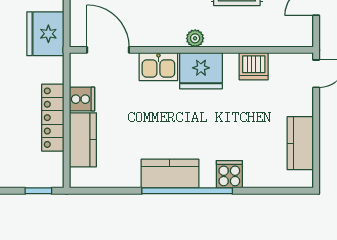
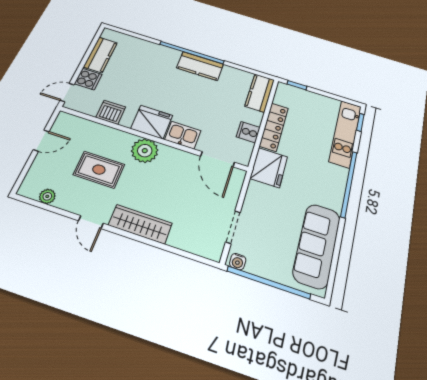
fridge: (45, 34) -> (269, 168), moved
plant: (195, 38) -> (145, 151), width x1.88, depth x1.88
kitchen counter: (83, 140) -> (260, 93), moved
cooker: (229, 174) -> (88, 79), moved, turned -90

